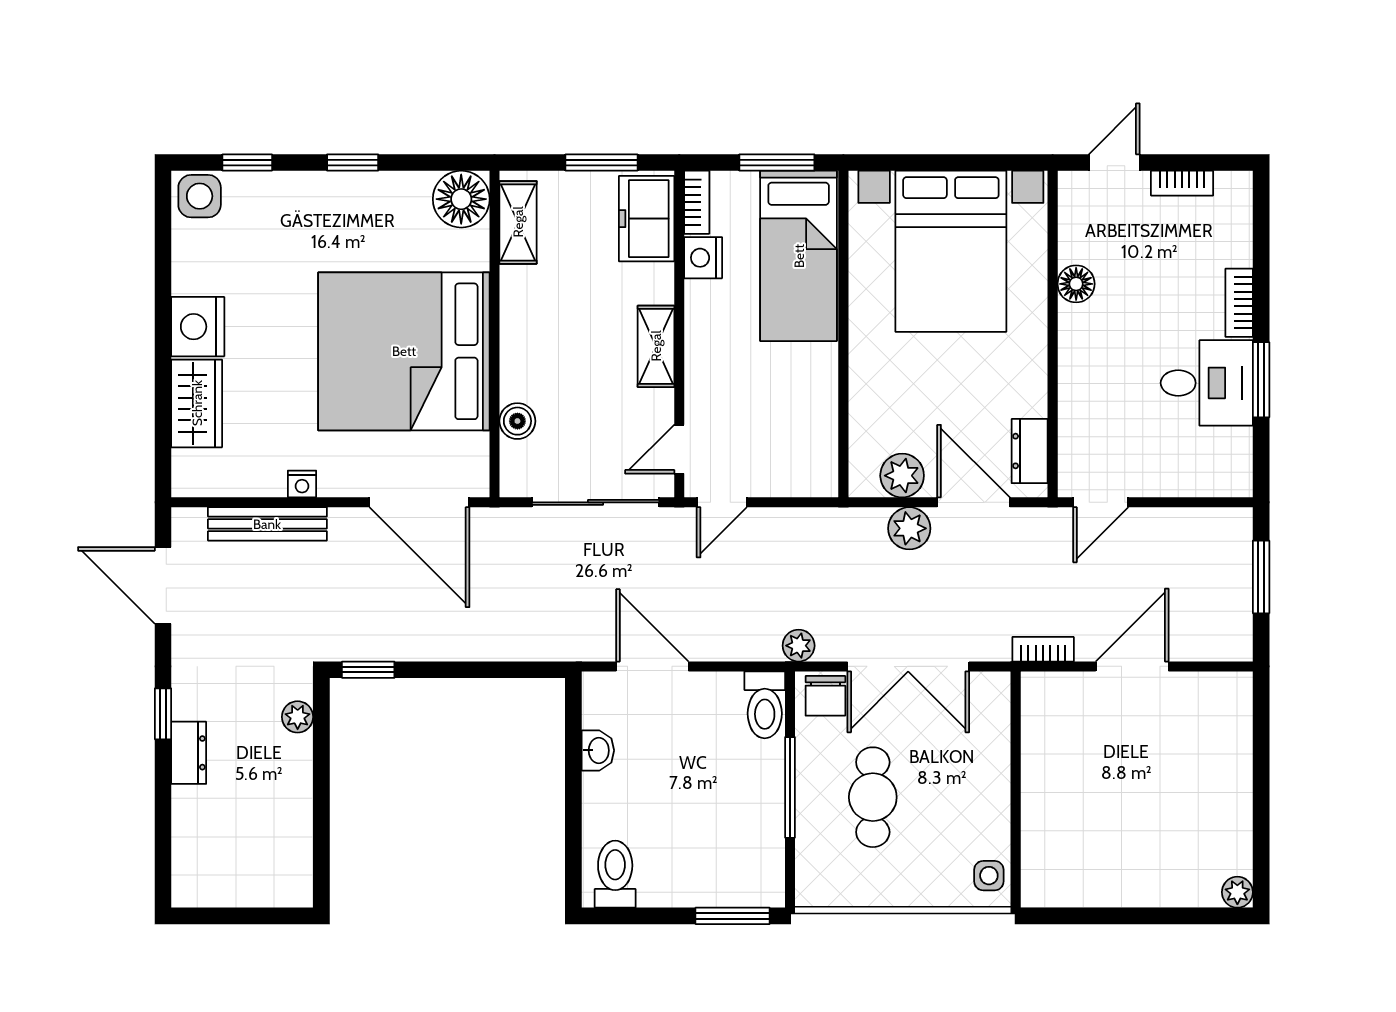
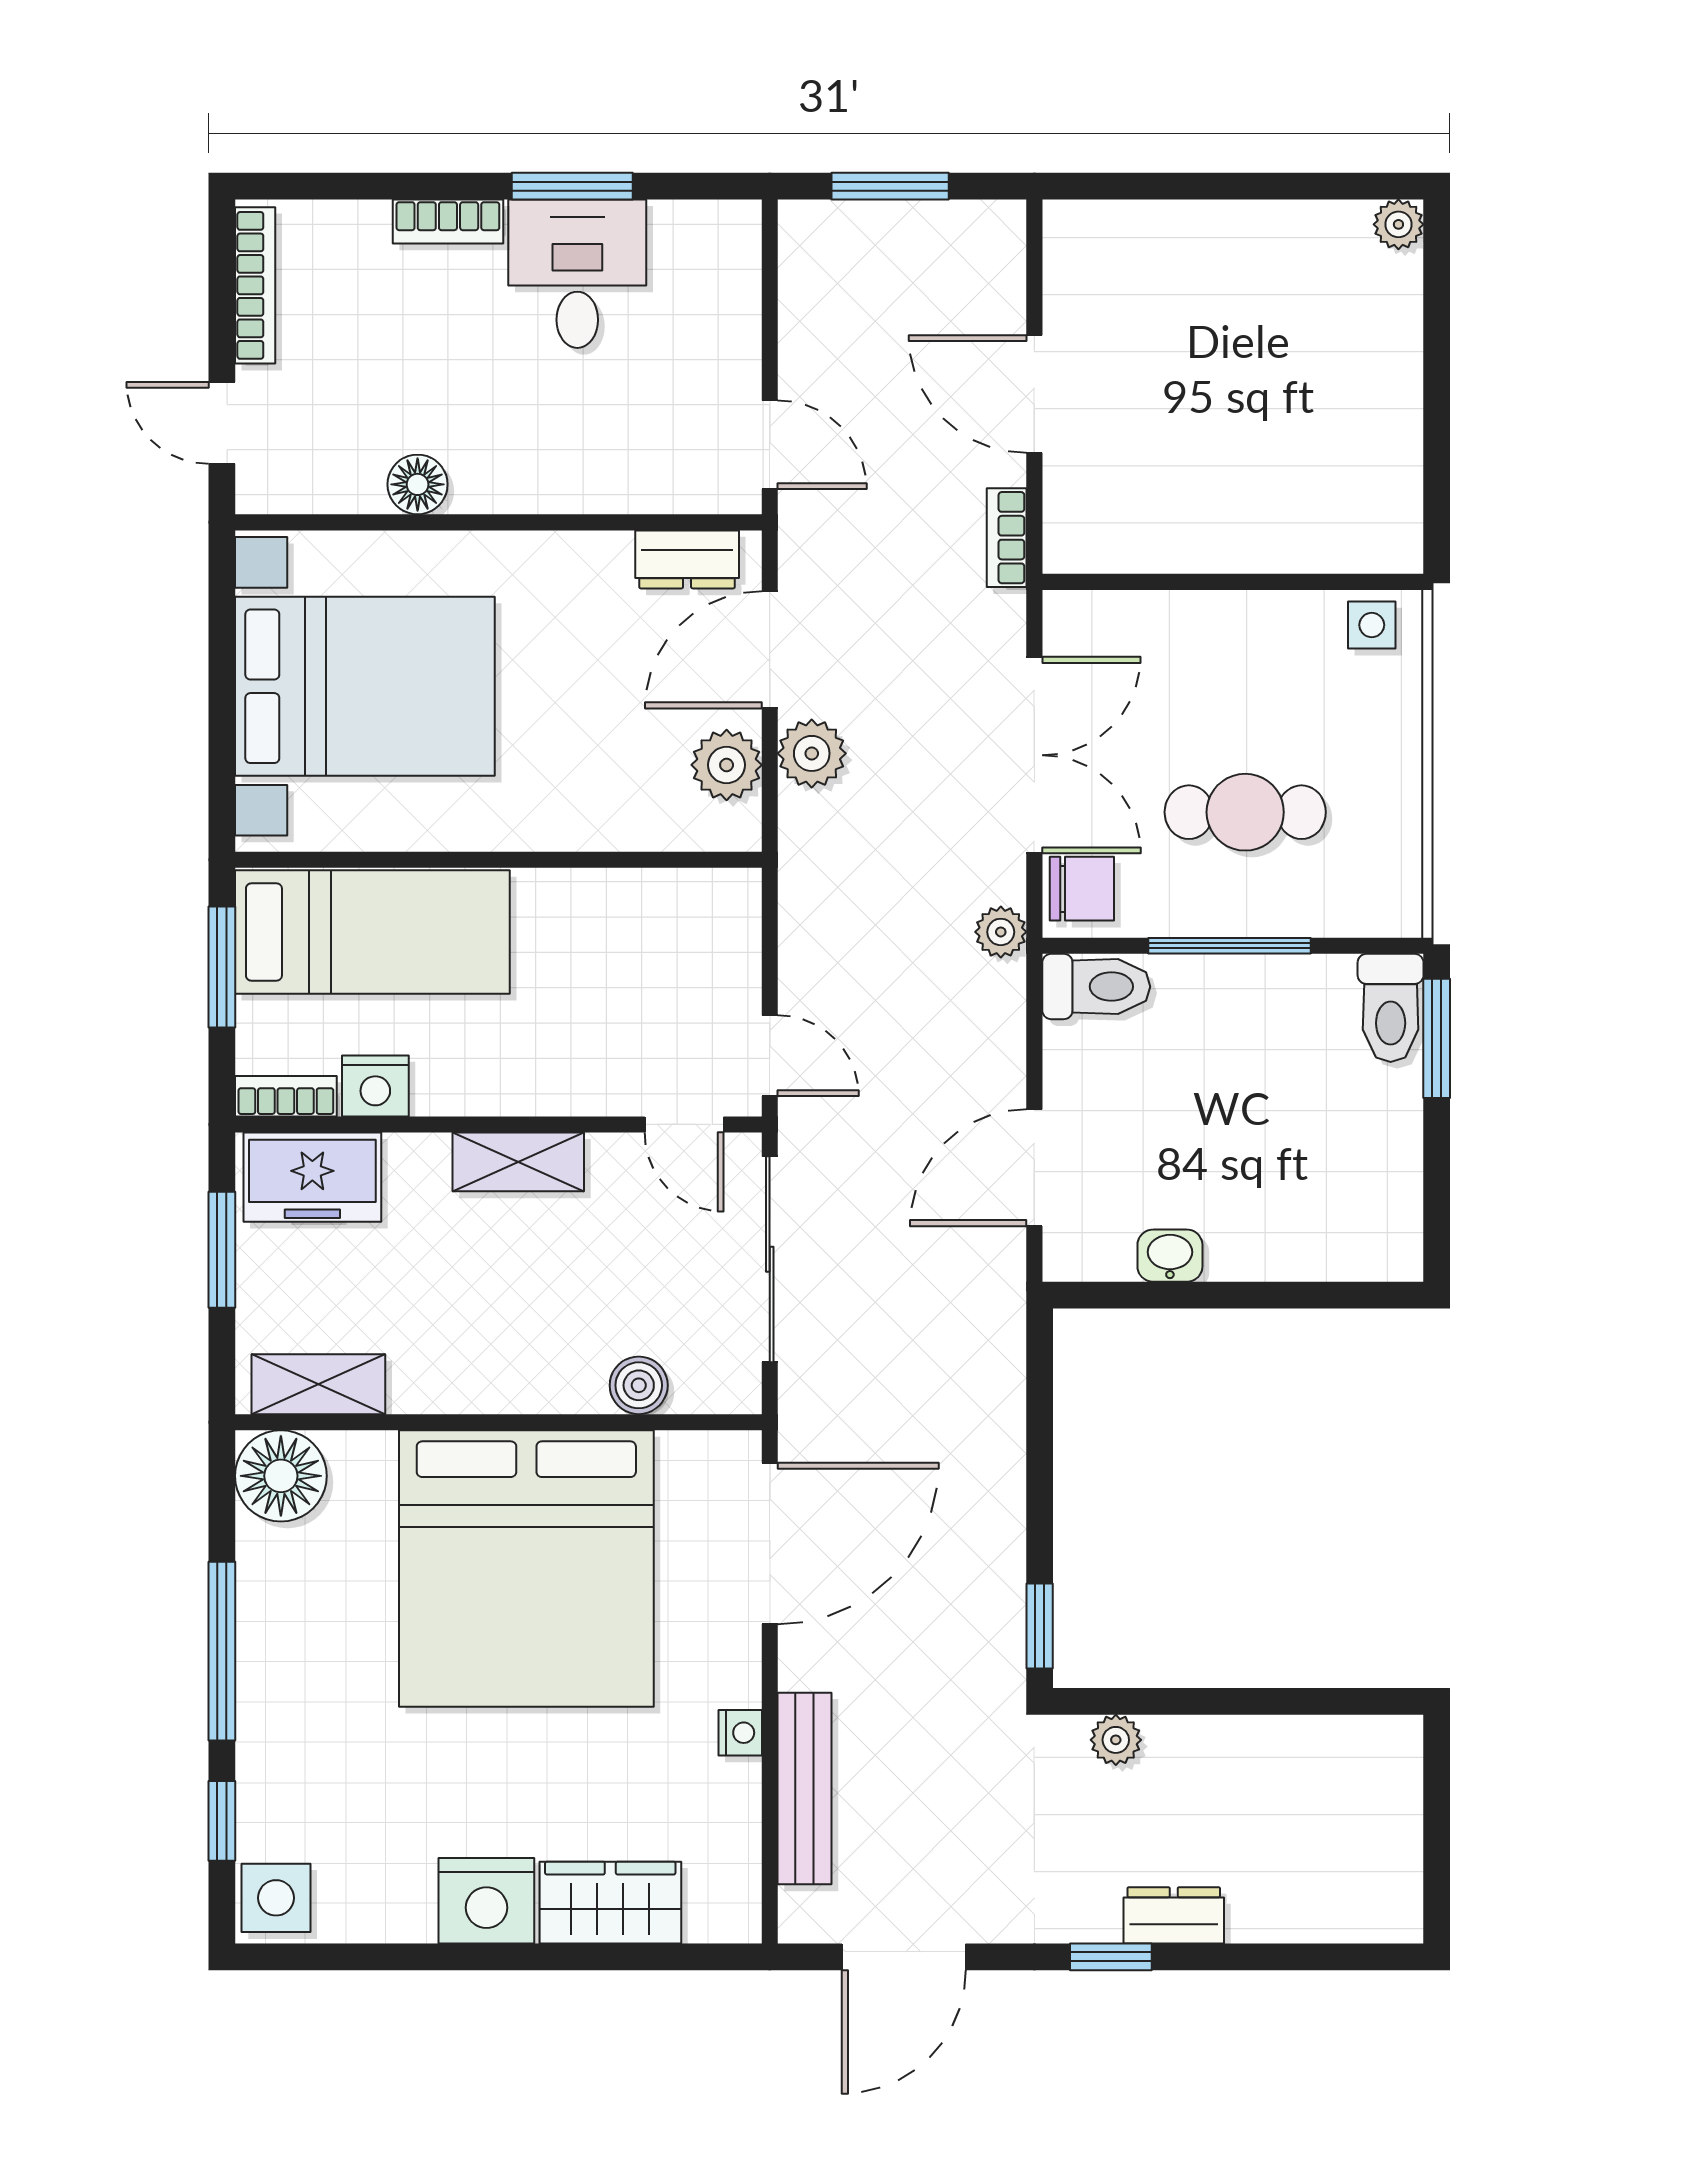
window: (353, 163) -> (222, 1651), width x2.17
bookcase: (1182, 183) -> (255, 285), width x1.56
toilet: (615, 874) -> (1391, 1008), moved, turned -90

